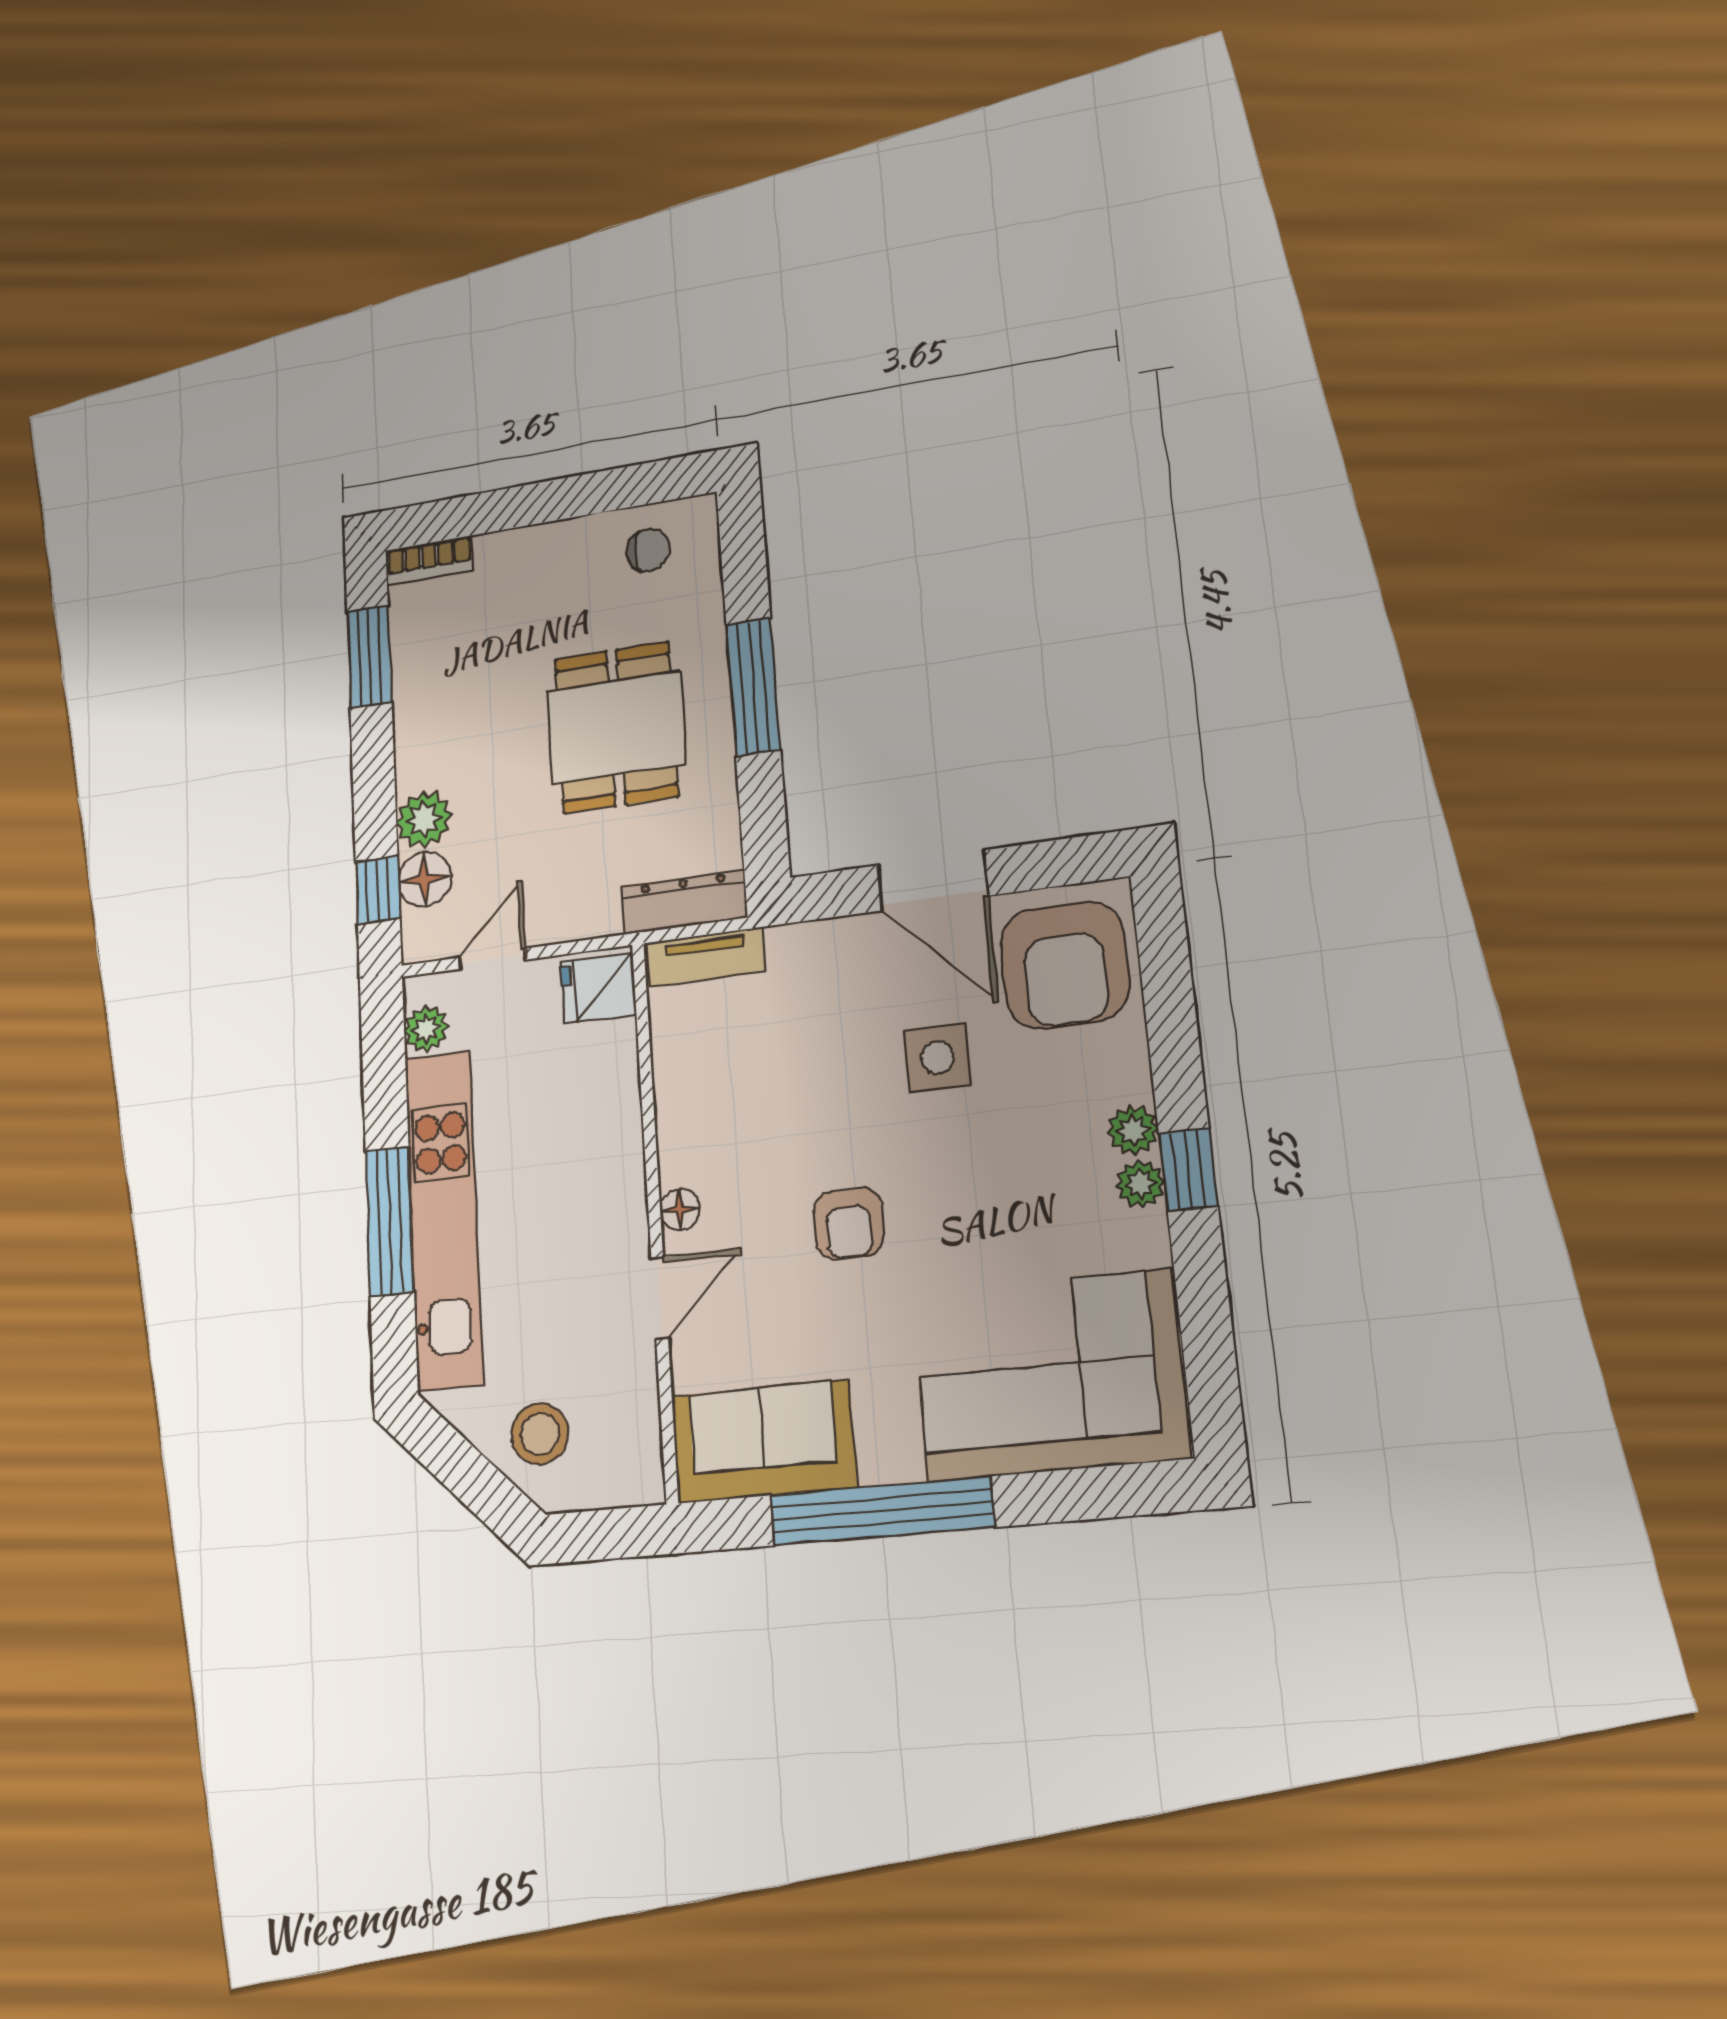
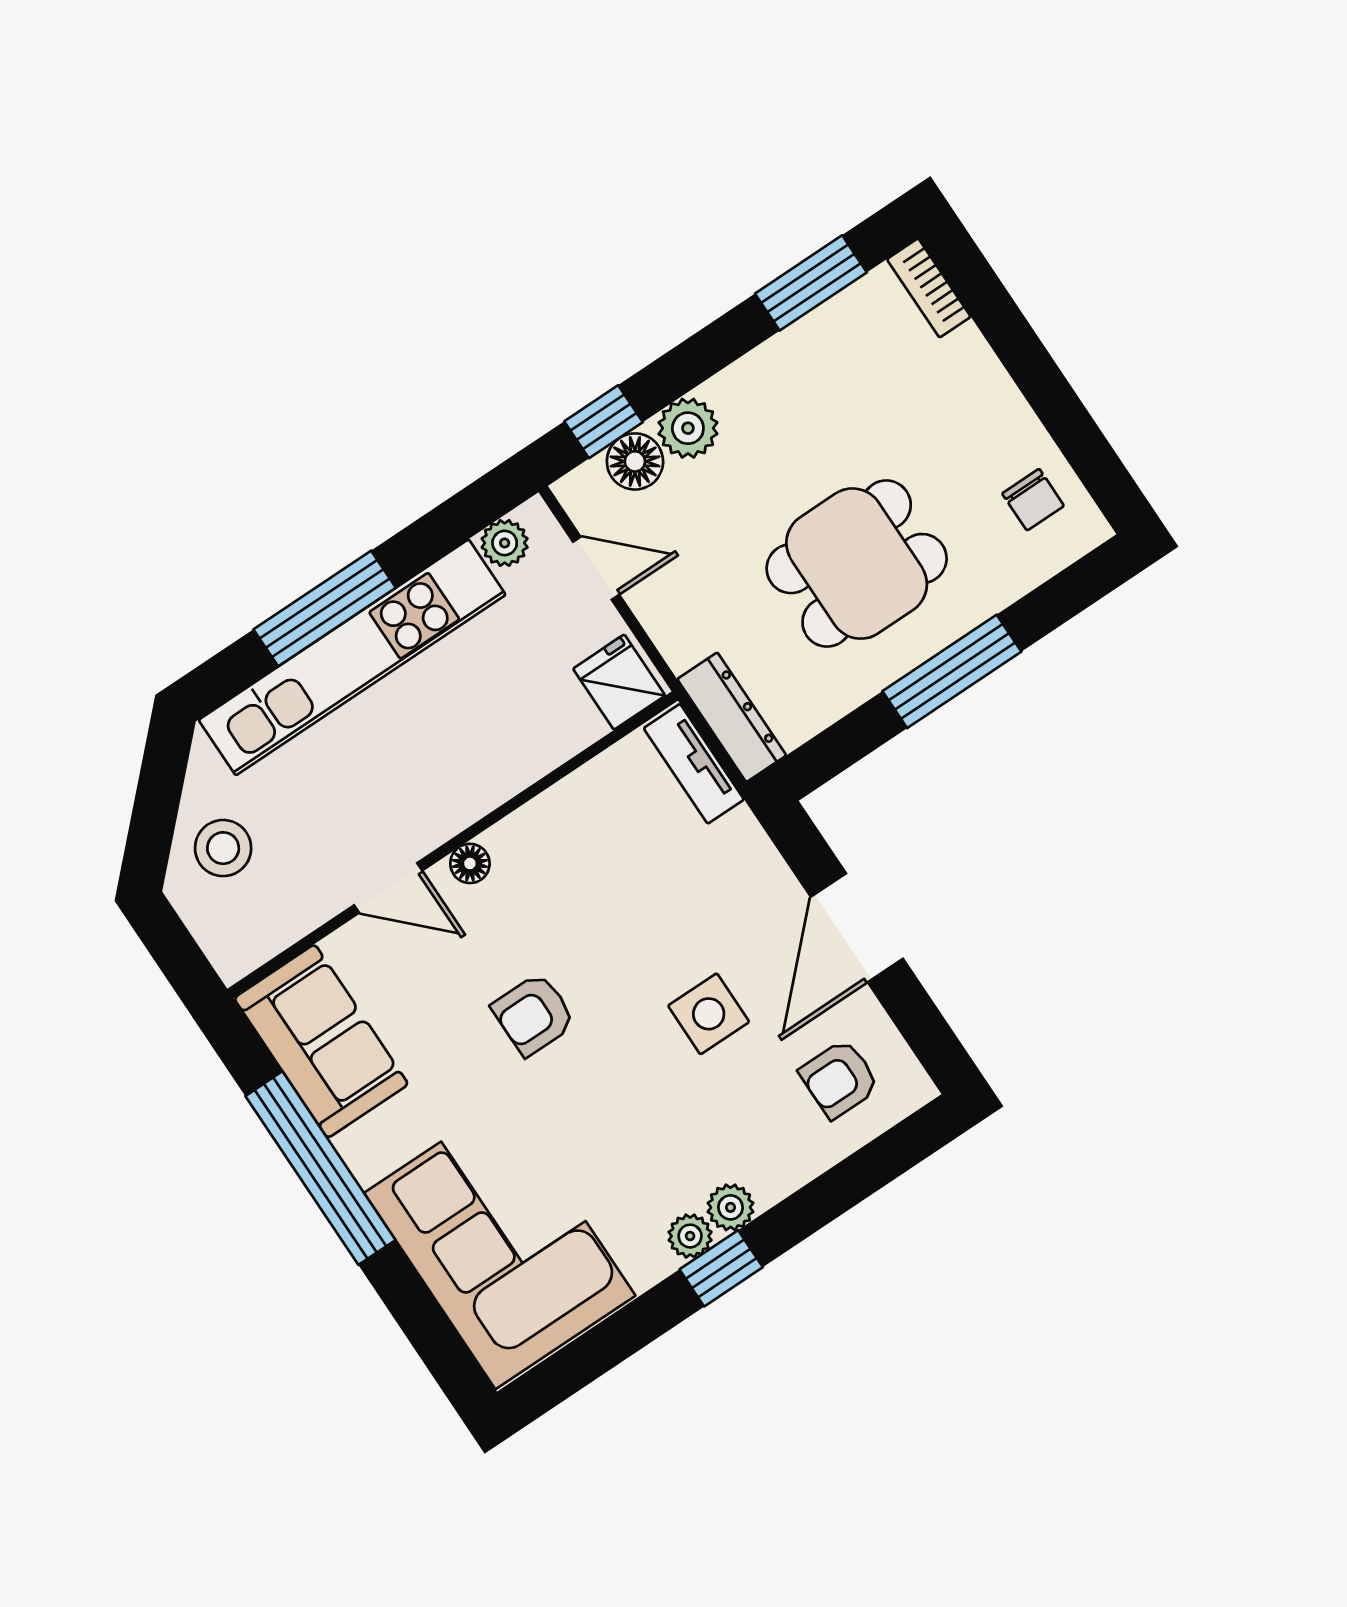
armchair: (1065, 965) -> (839, 1079), width x0.53, depth x0.53

